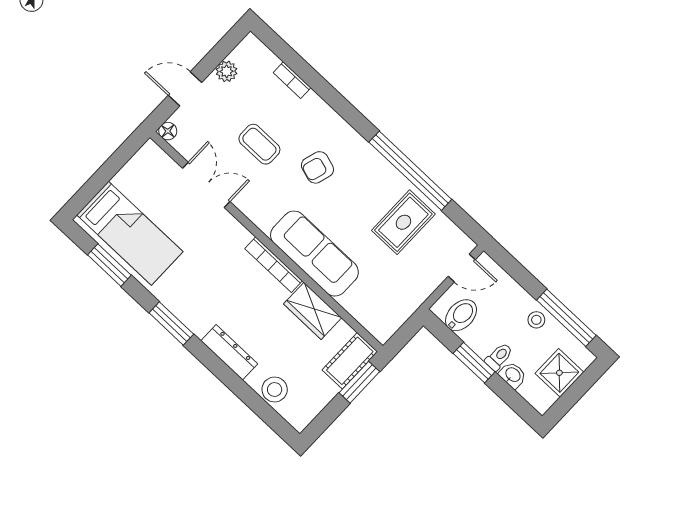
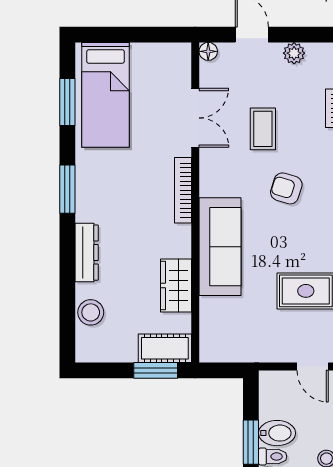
bookcase: (274, 265) -> (183, 190), moved
bidet: (461, 315) -> (277, 433), moved

